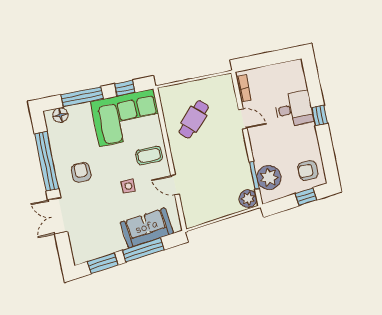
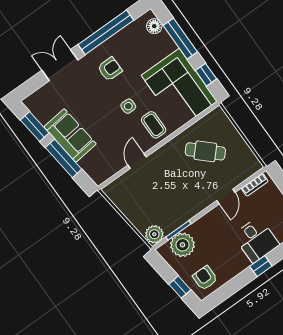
side table: (128, 186) -> (128, 106), moved
sofa: (147, 228) -> (70, 135), moved

